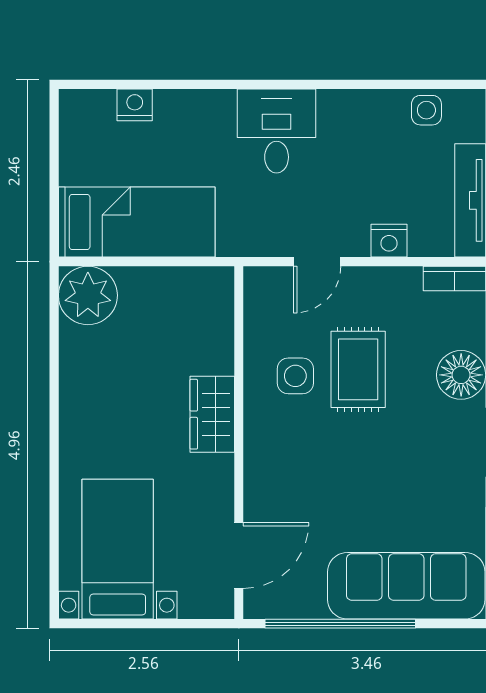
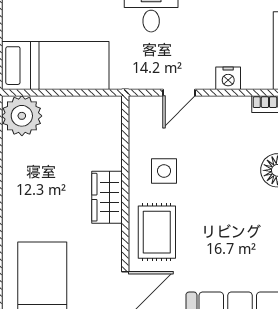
rug: (358, 369) -> (157, 232), moved

